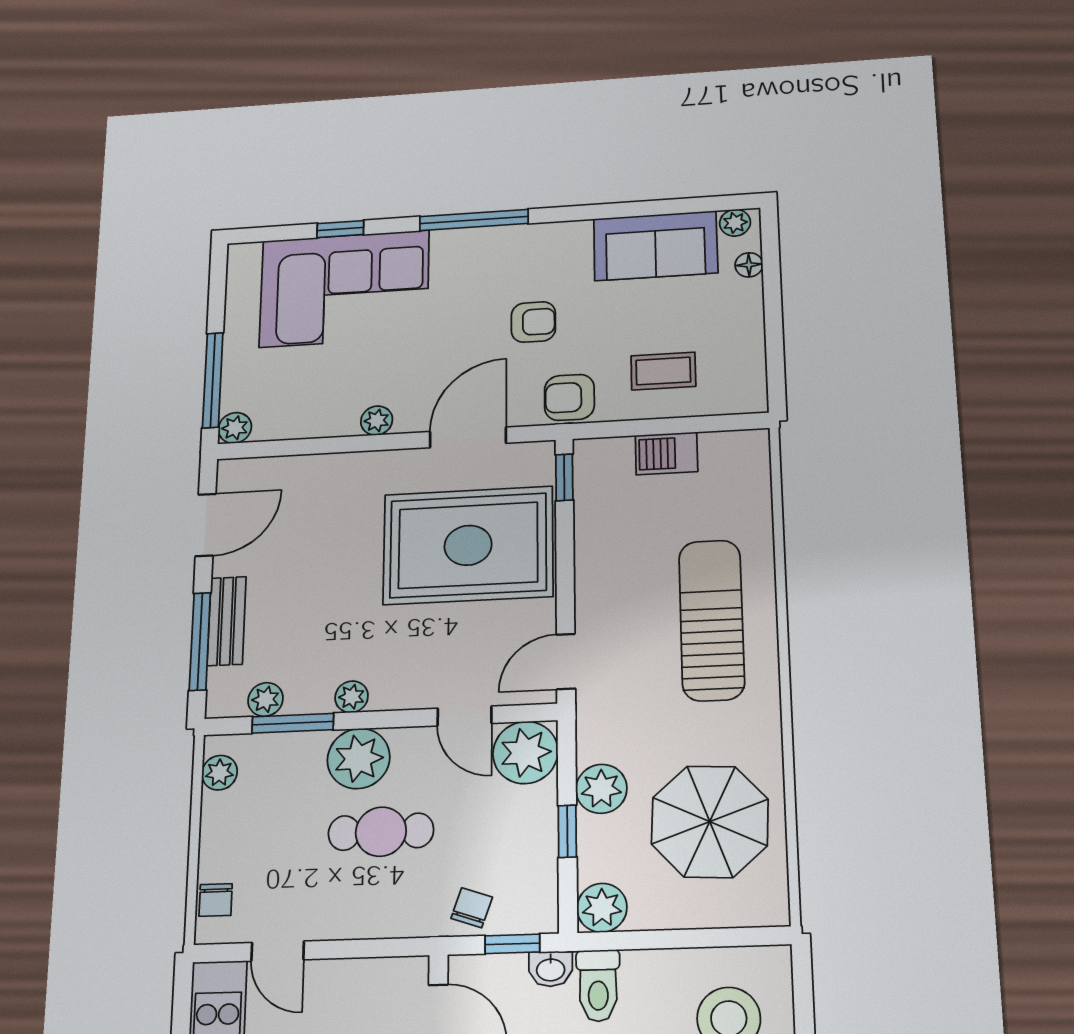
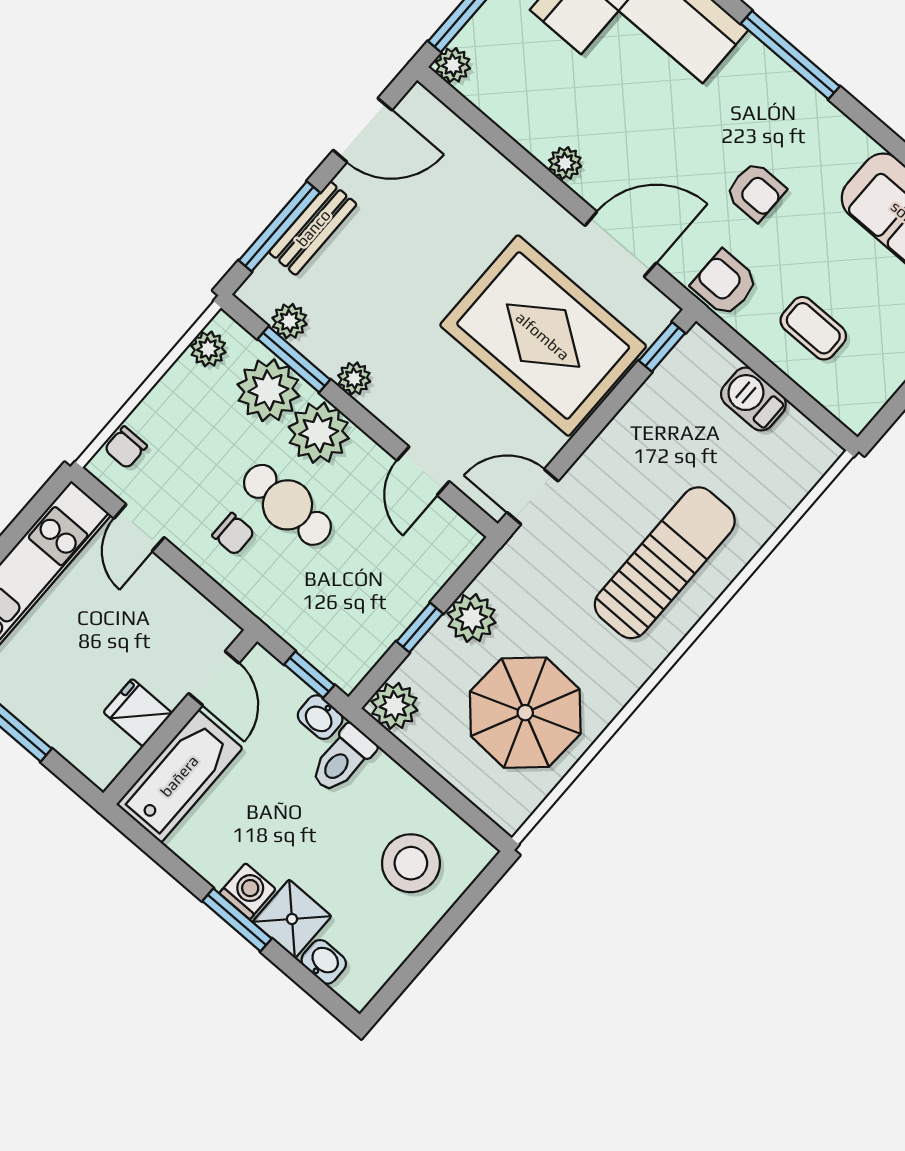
plant: (525, 752) -> (268, 390), moved
chair: (472, 908) -> (233, 534), moved, turned 71

